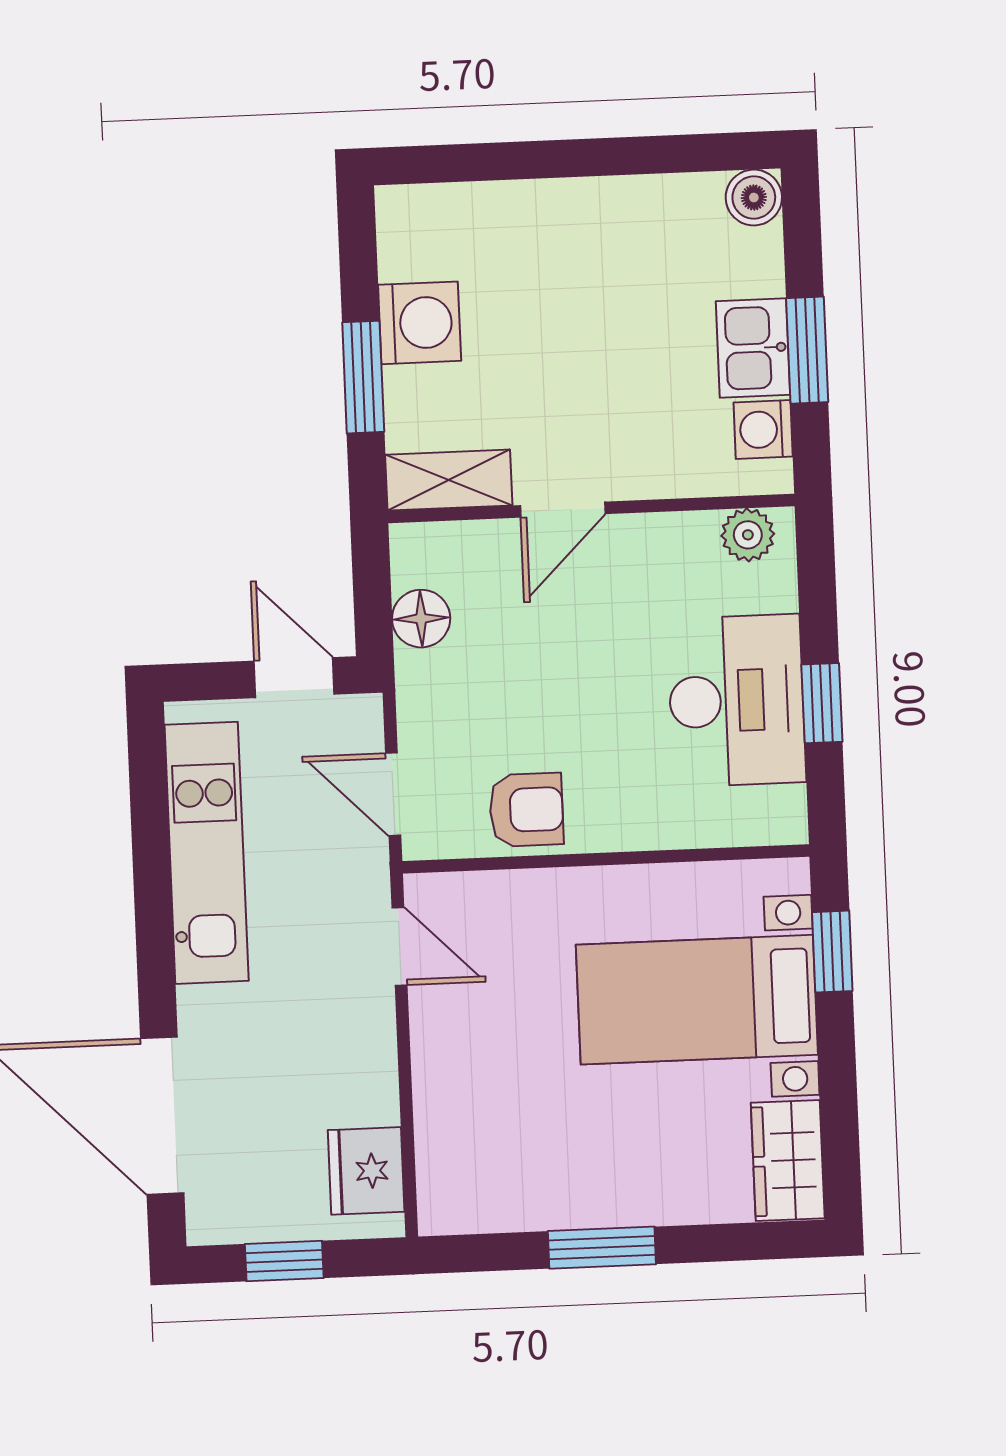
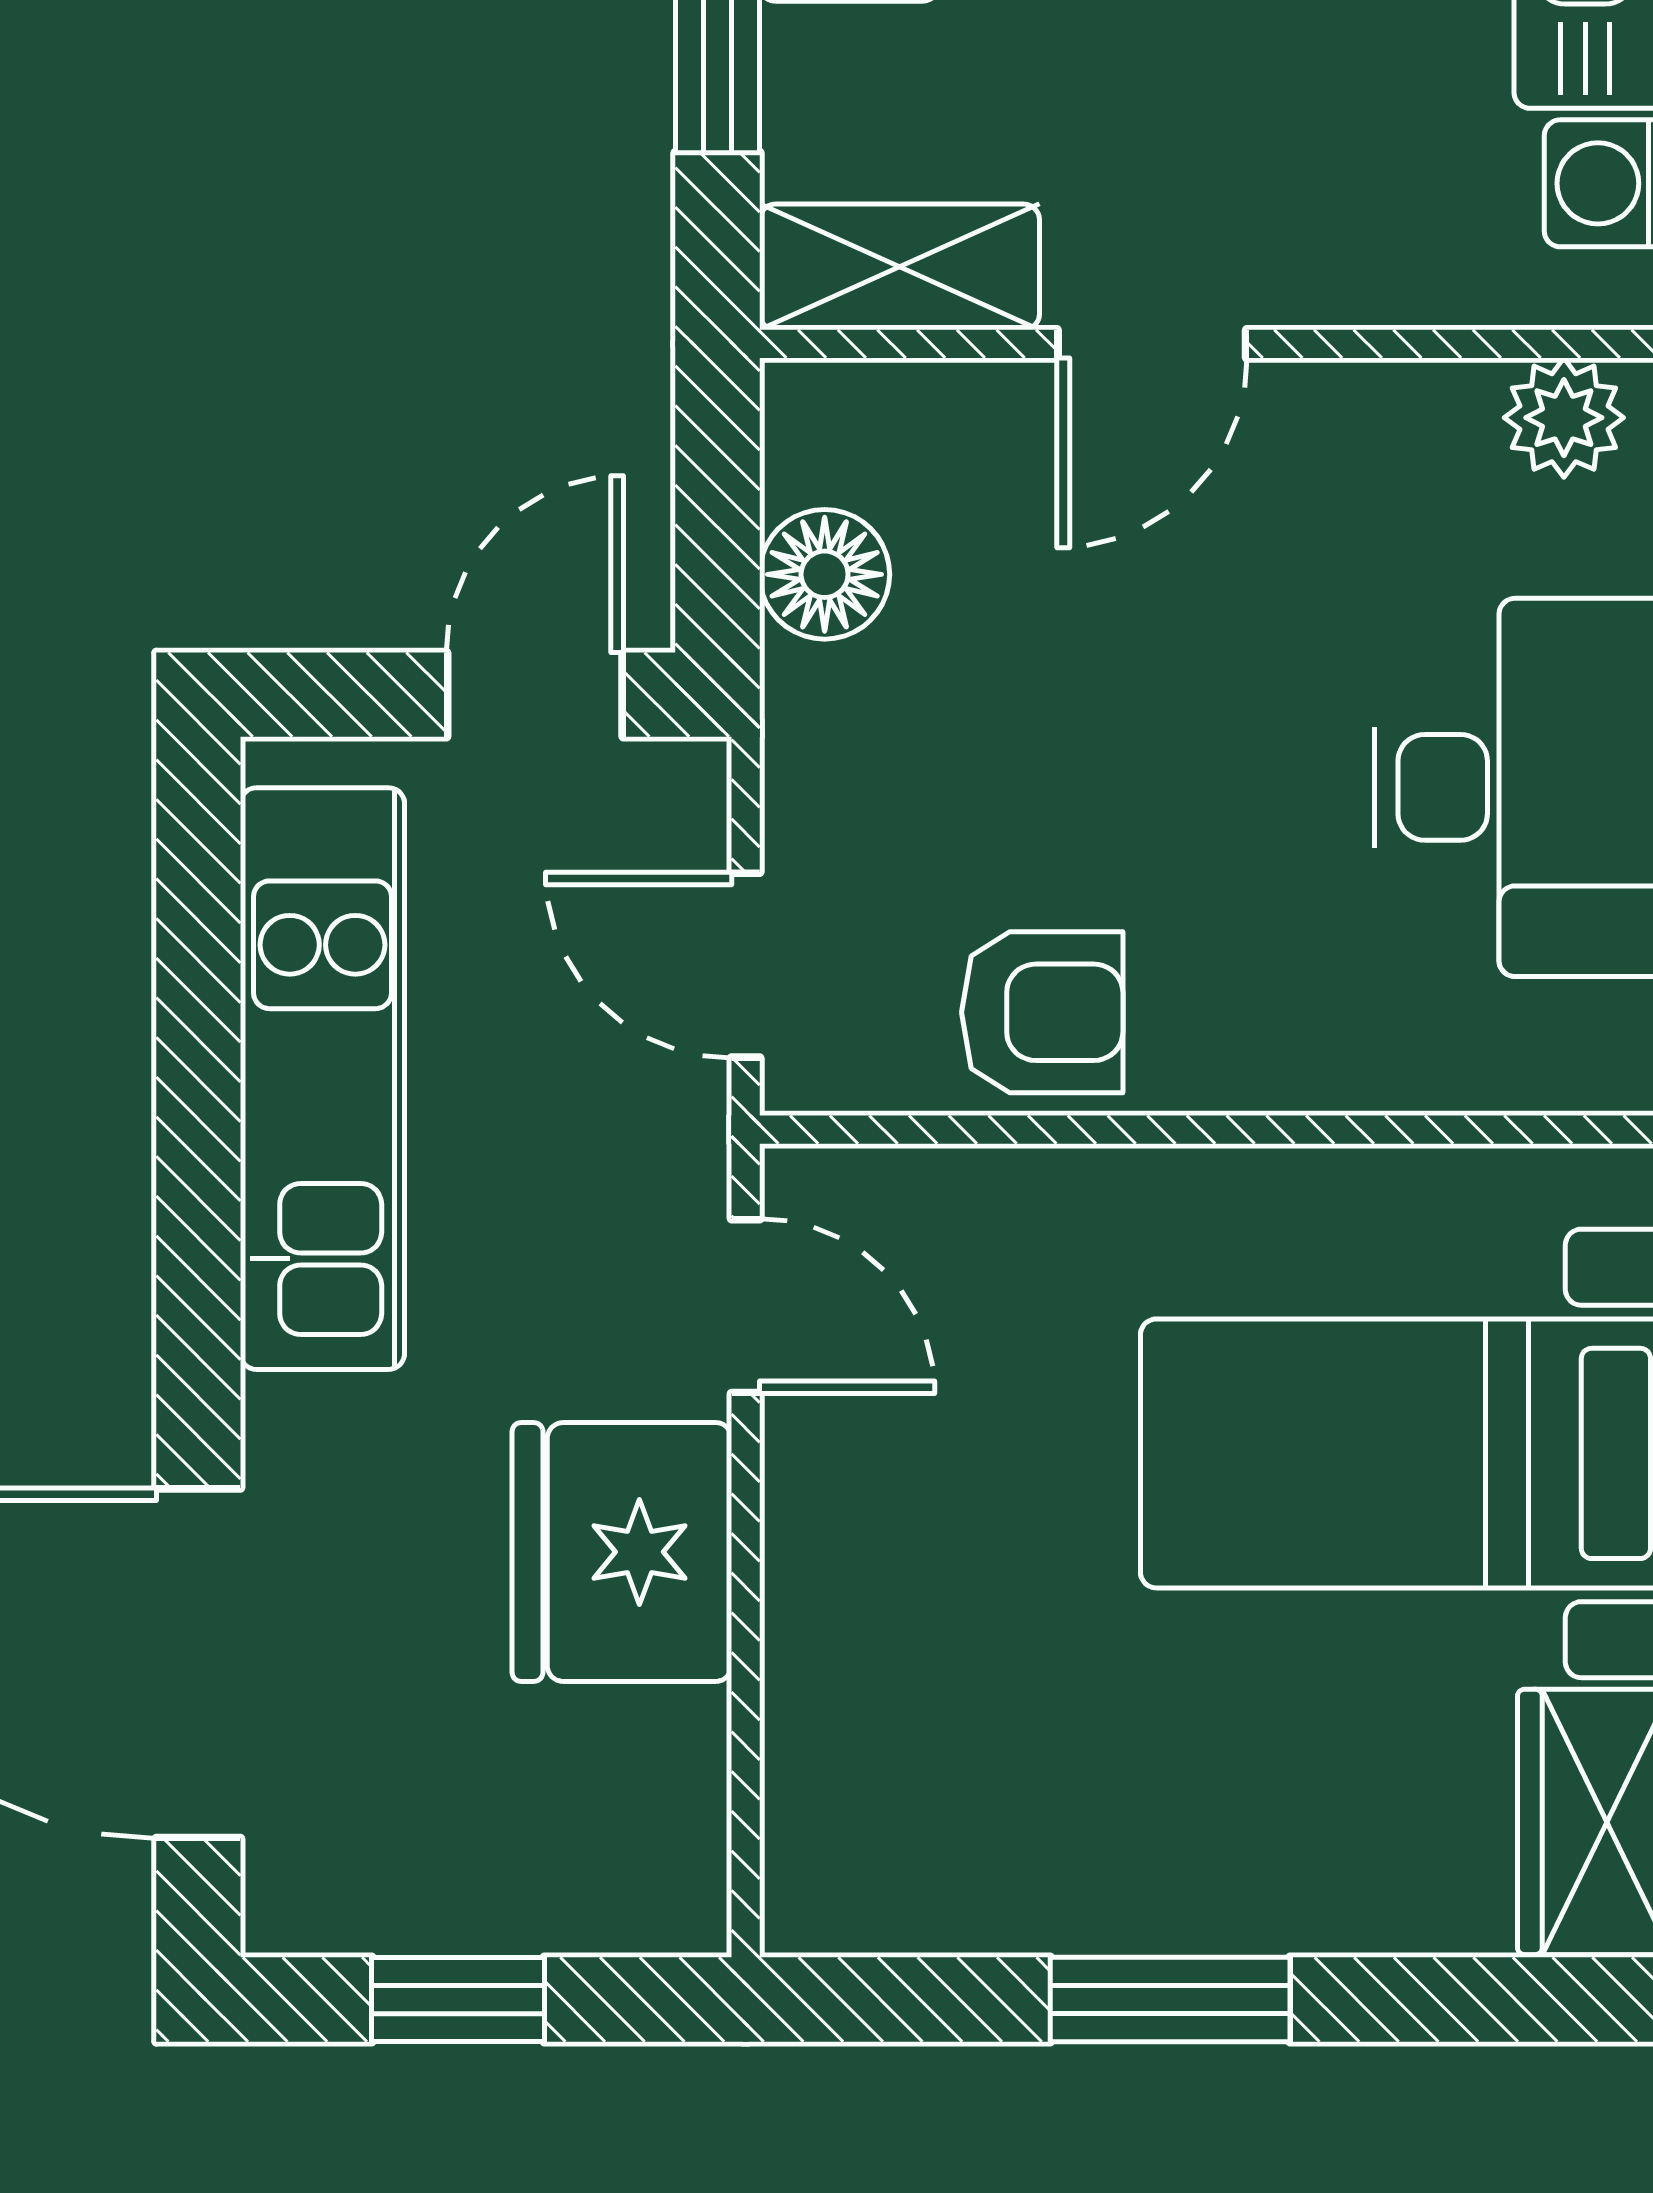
door: (294, 678) -> (535, 695), hinge flipped
fridge: (366, 1171) -> (622, 1552), moved, width x1.36, depth x1.34

